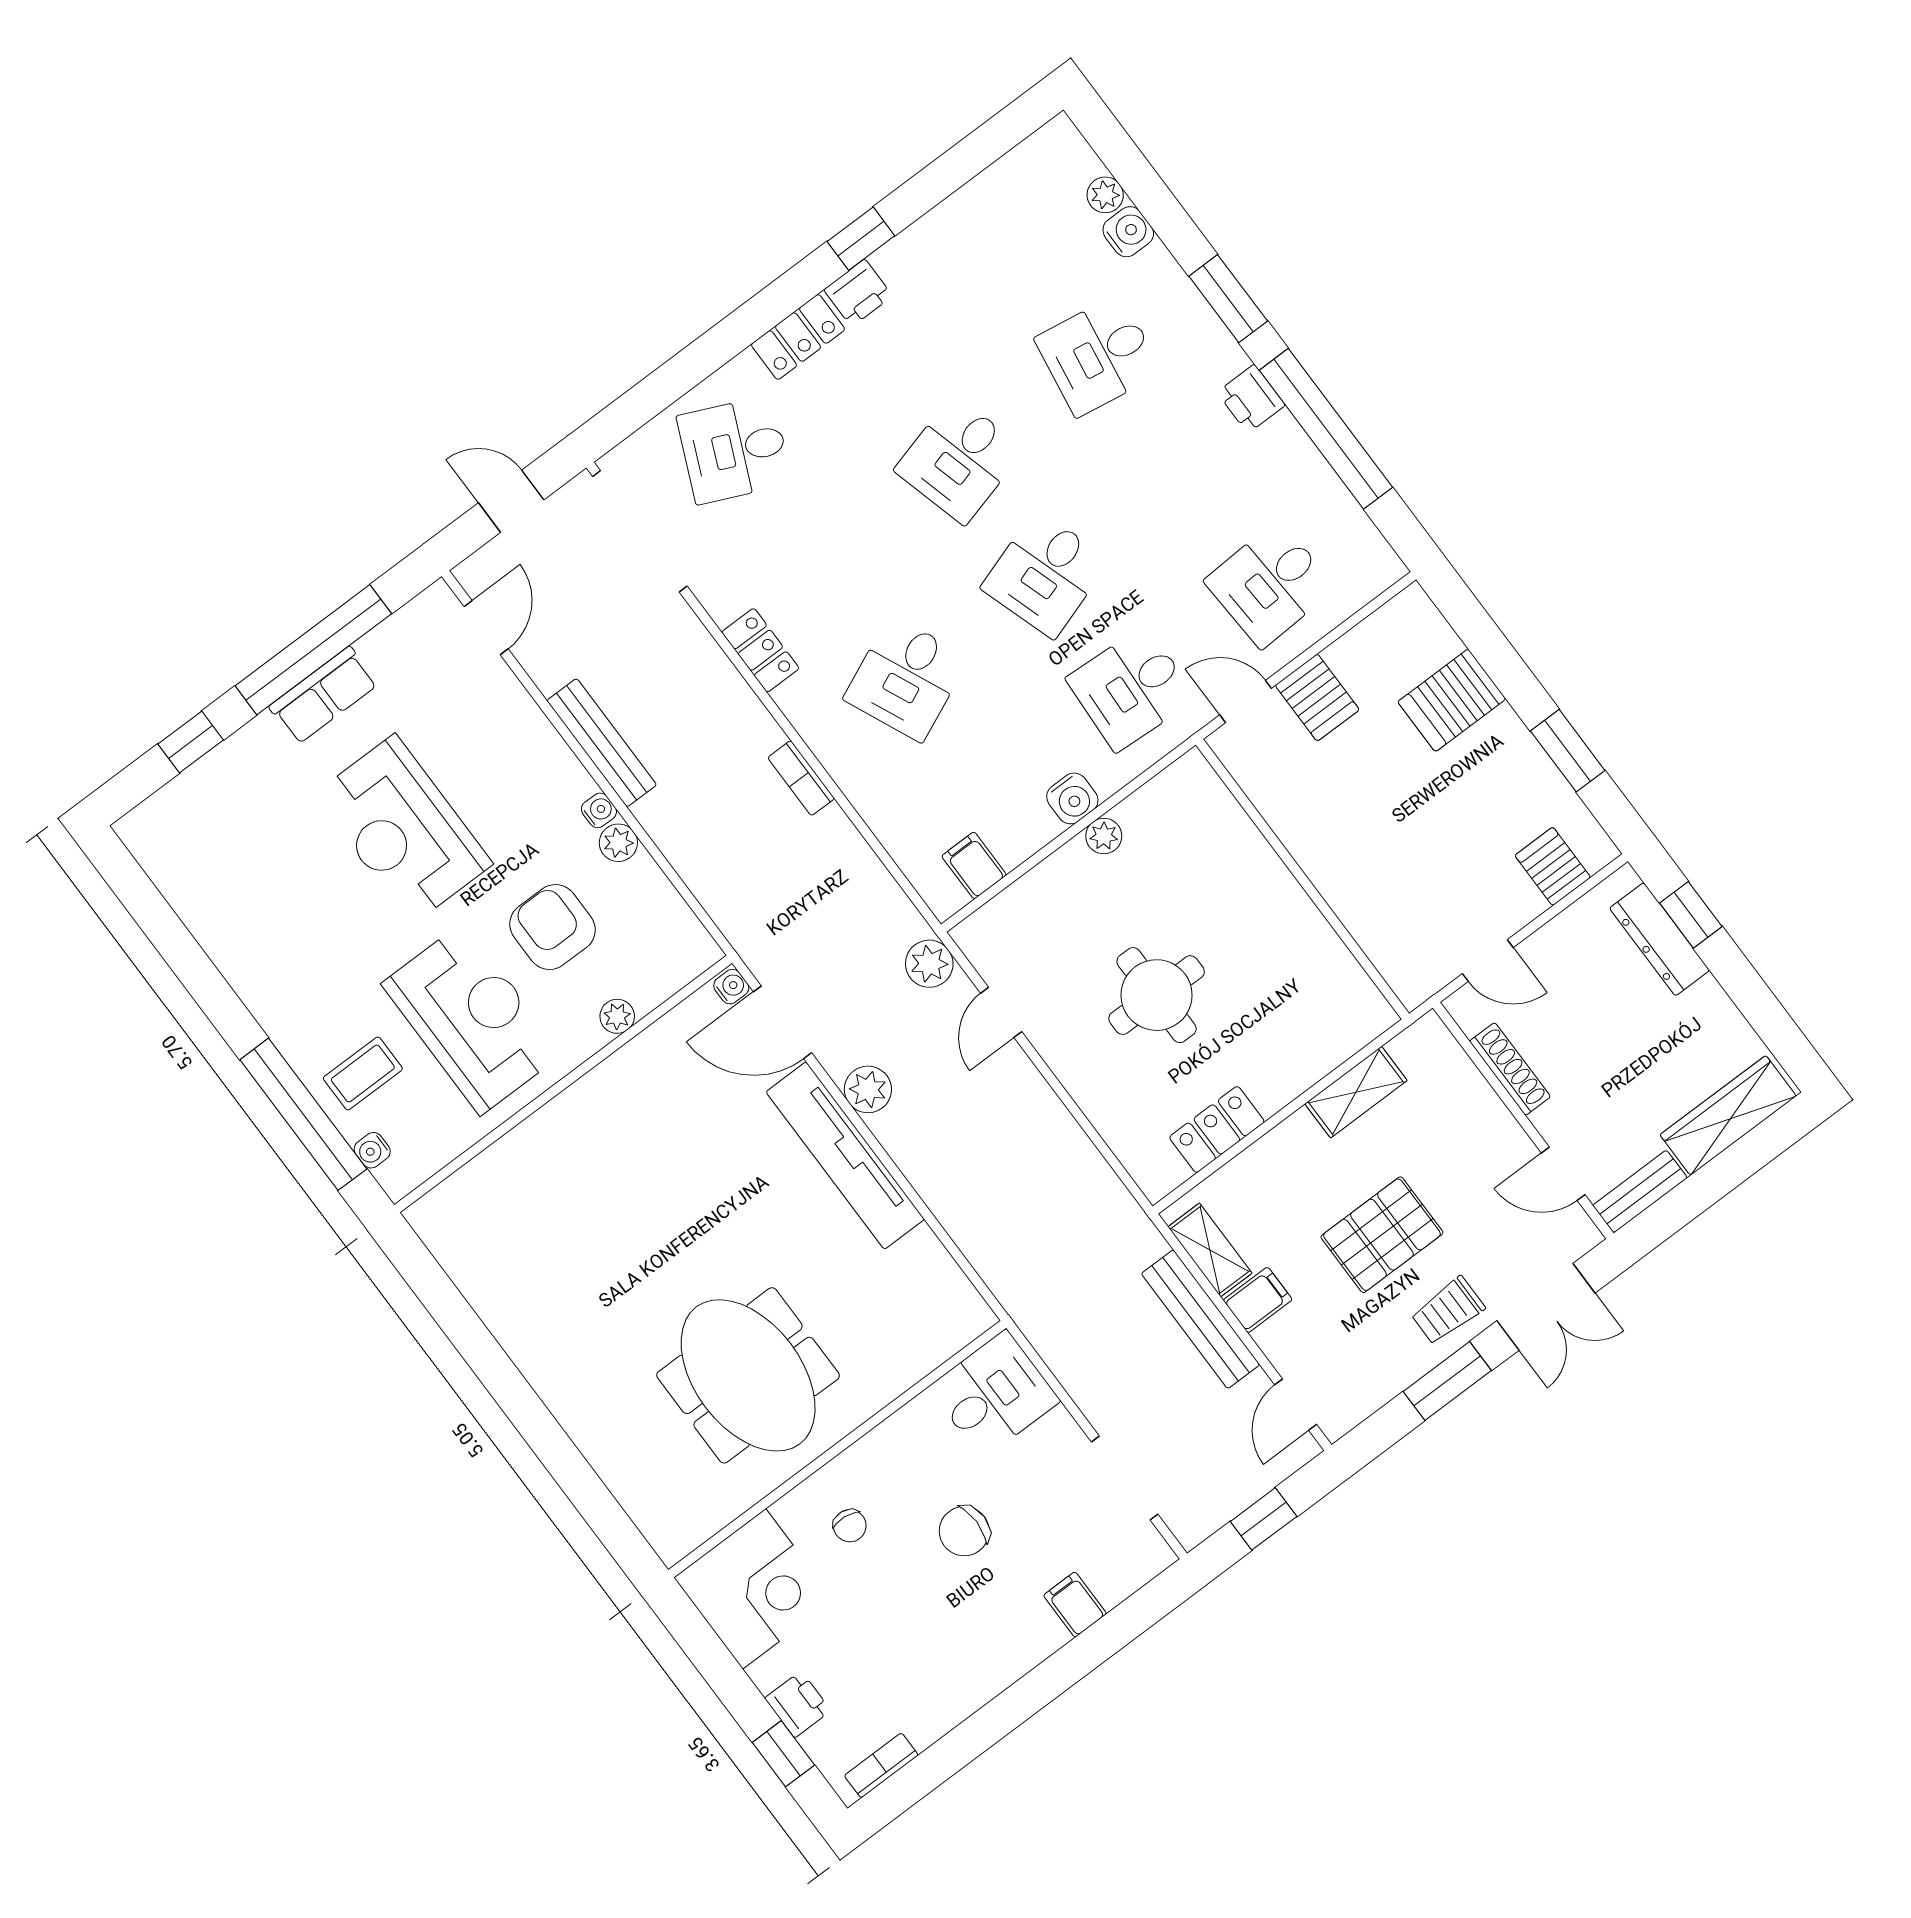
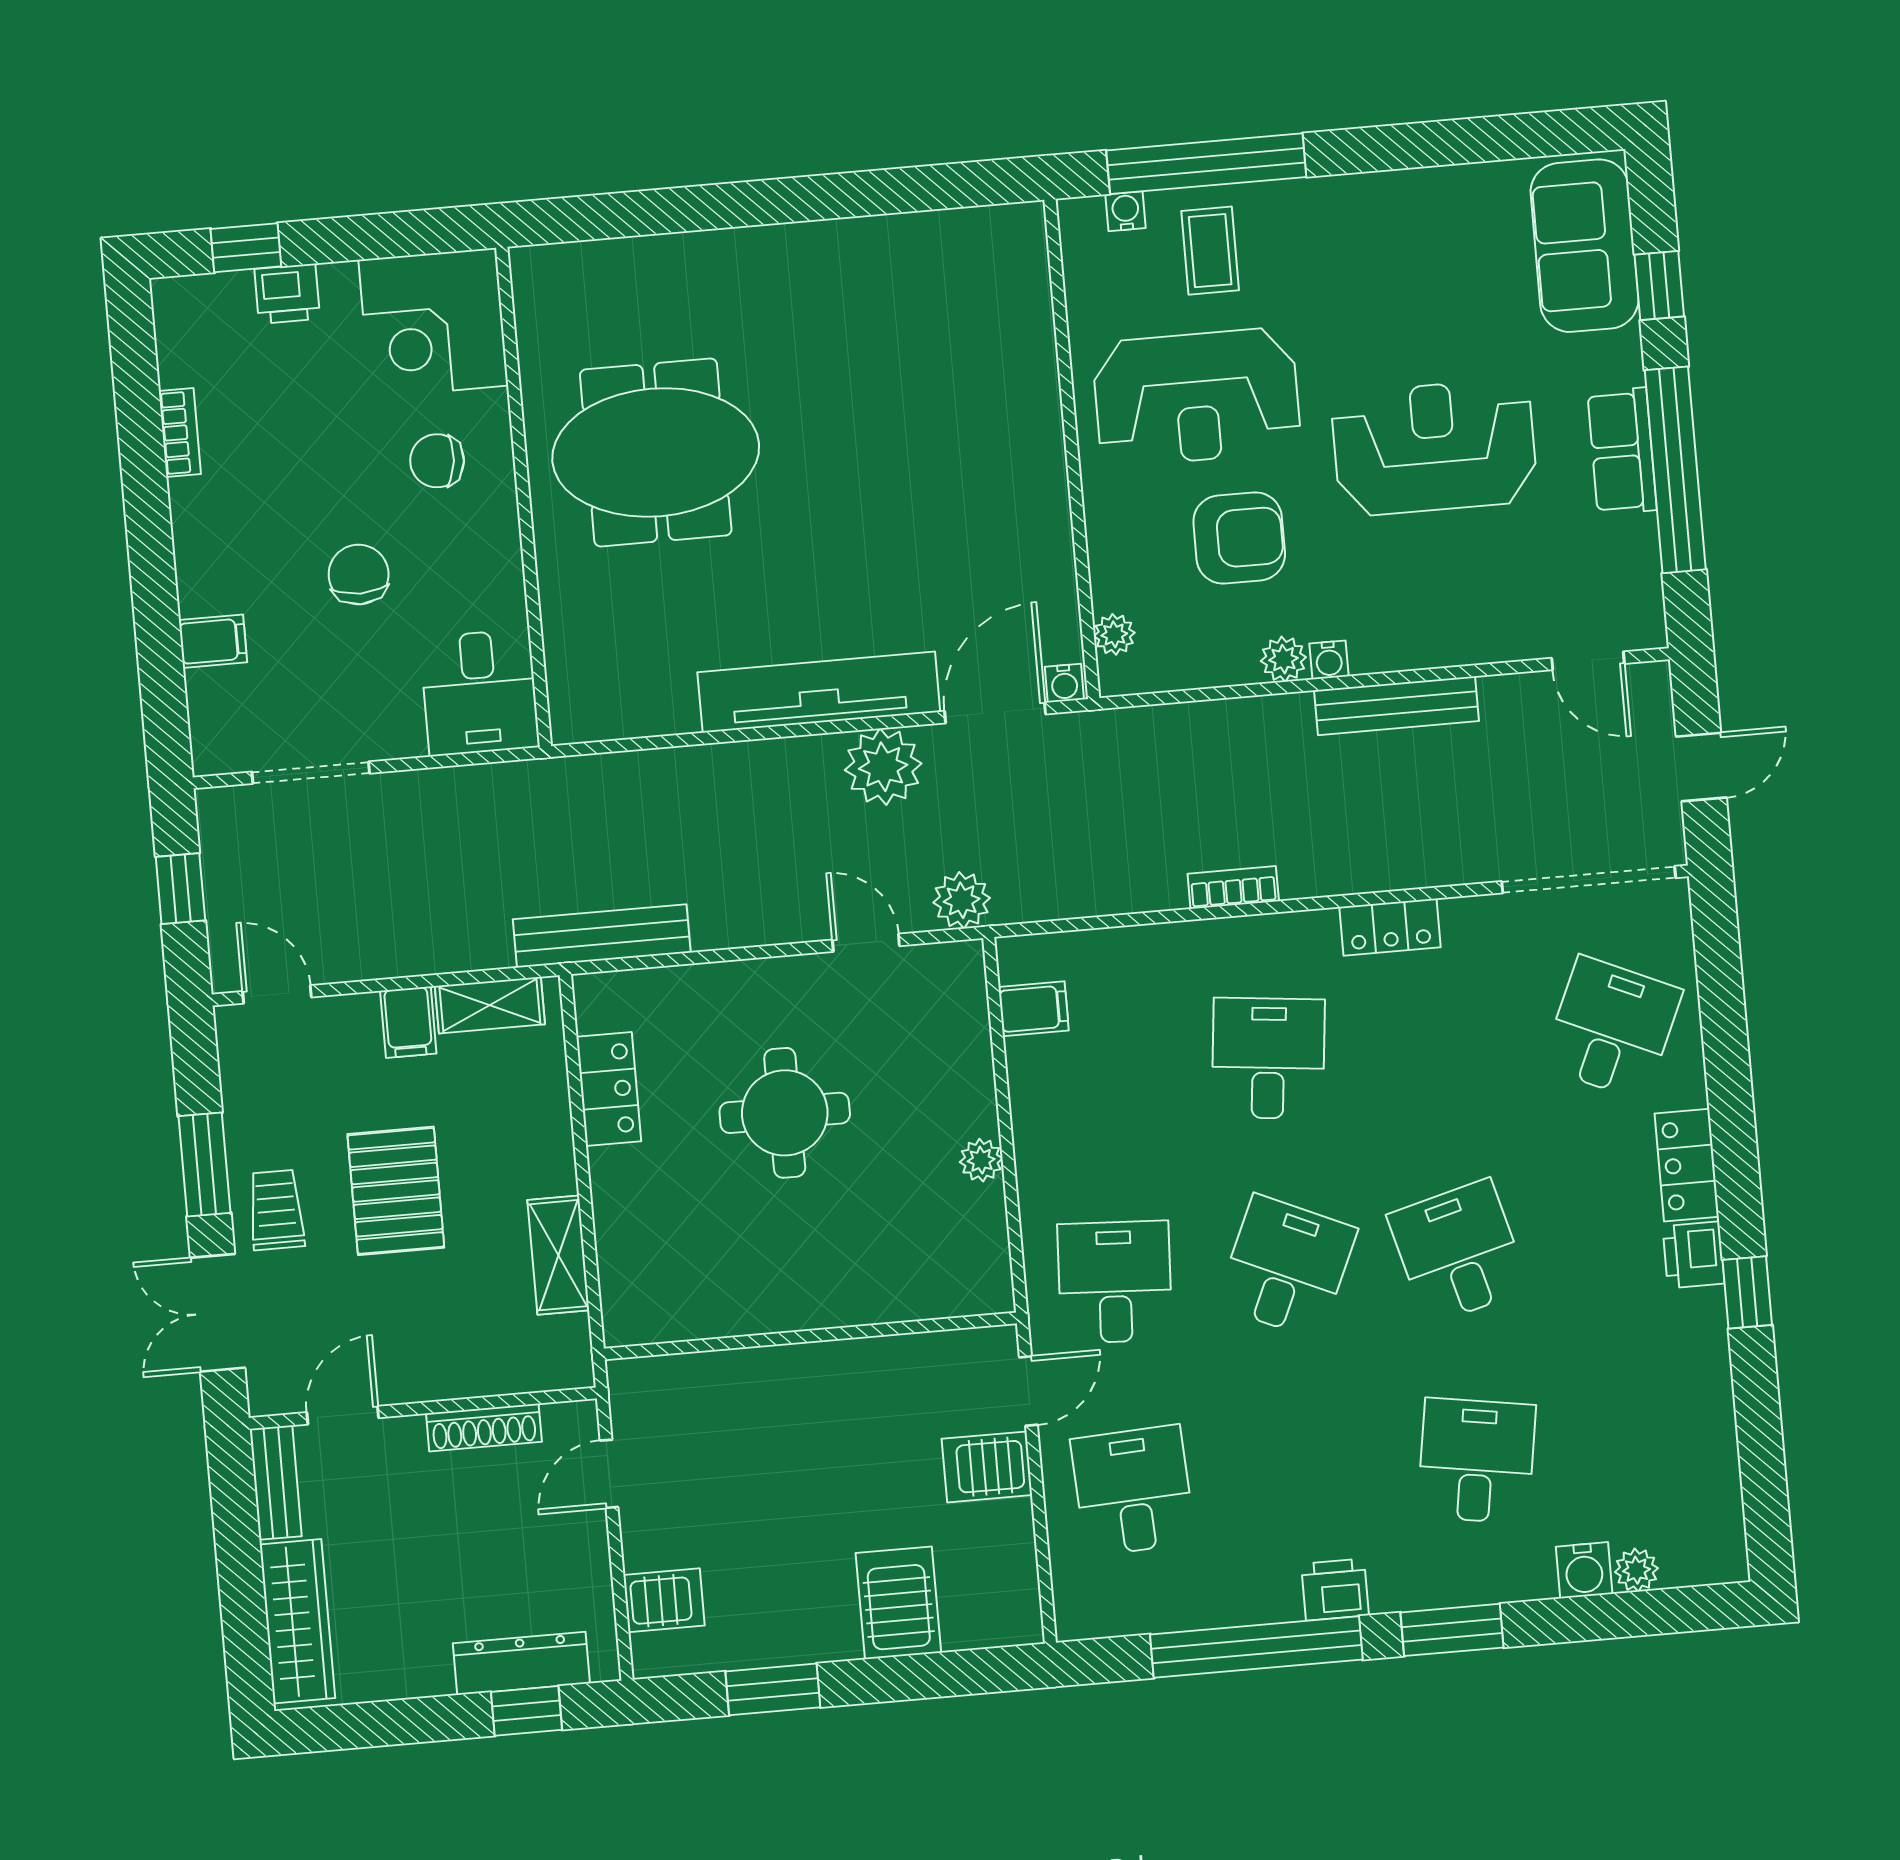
desk: (1045, 574) -> (1287, 1267), turned 42
desk: (906, 678) -> (1268, 1058), turned 30
water cooler: (1072, 798) -> (1040, 1152), removed
sofa: (195, 812) -> (1585, 246), added
plant: (617, 1016) -> (1114, 634), moved
plant: (868, 1089) -> (883, 767), width x1.36, depth x1.36
bench: (1201, 1319) -> (602, 936), moved
chair: (850, 1526) -> (437, 461), width x1.37, depth x1.37
bookcase: (881, 1765) -> (180, 433), moved

